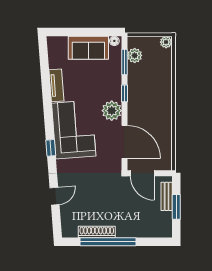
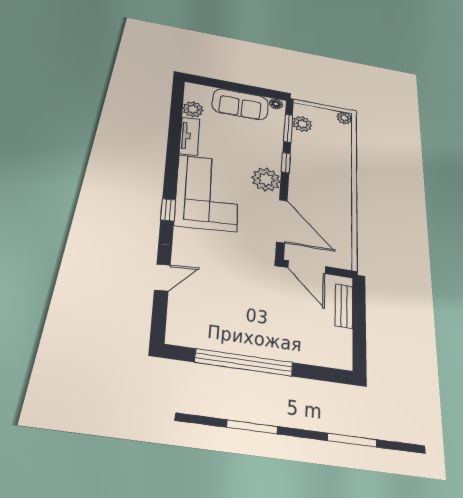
plant: (56, 61) -> (193, 109), added
window: (176, 207) -> (359, 324), removed
shoe rack: (97, 232) -> (226, 343), removed

